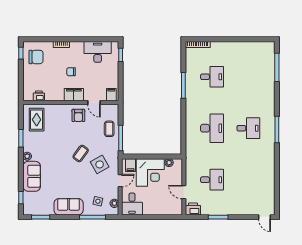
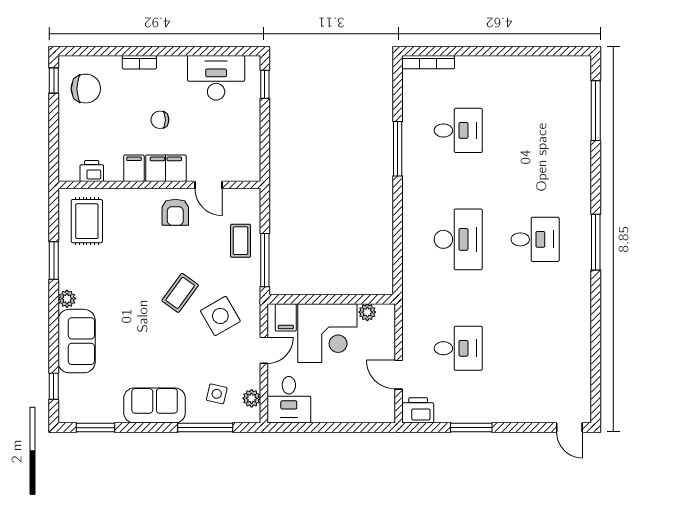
filing cabinet: (111, 95) -> (134, 168), moved

